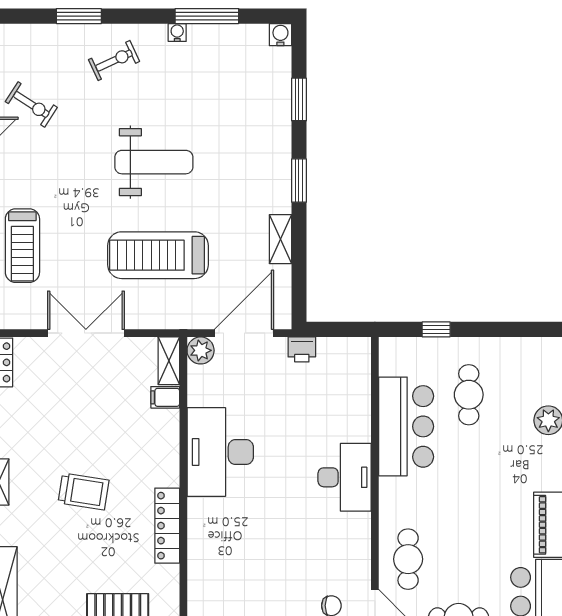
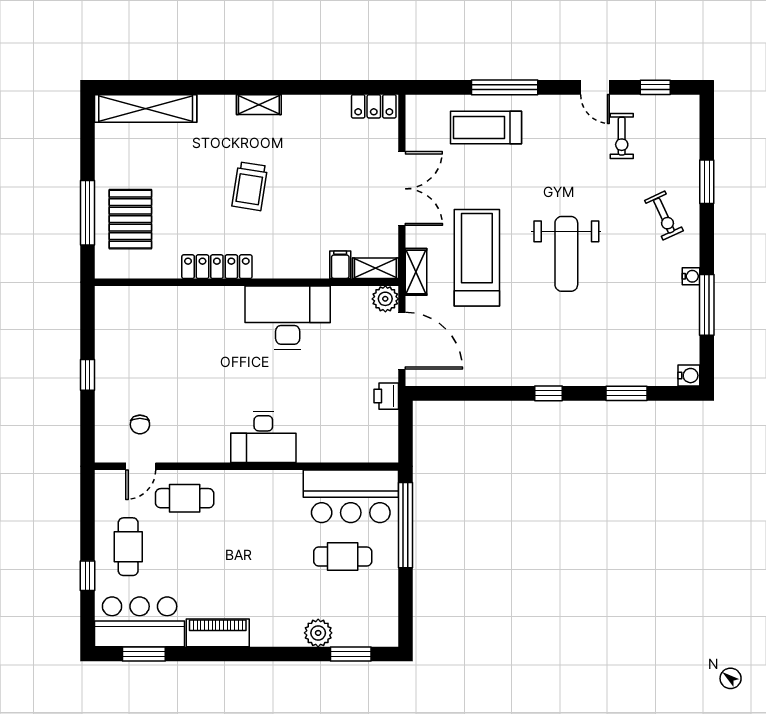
exercise bike: (31, 104) -> (622, 136), turned -33
window: (299, 181) -> (549, 393), width x0.67
shelving: (281, 239) -> (416, 272), moved, turned 90
window: (436, 329) -> (405, 525), width x3.17
bar counter: (406, 426) -> (351, 496), moved

